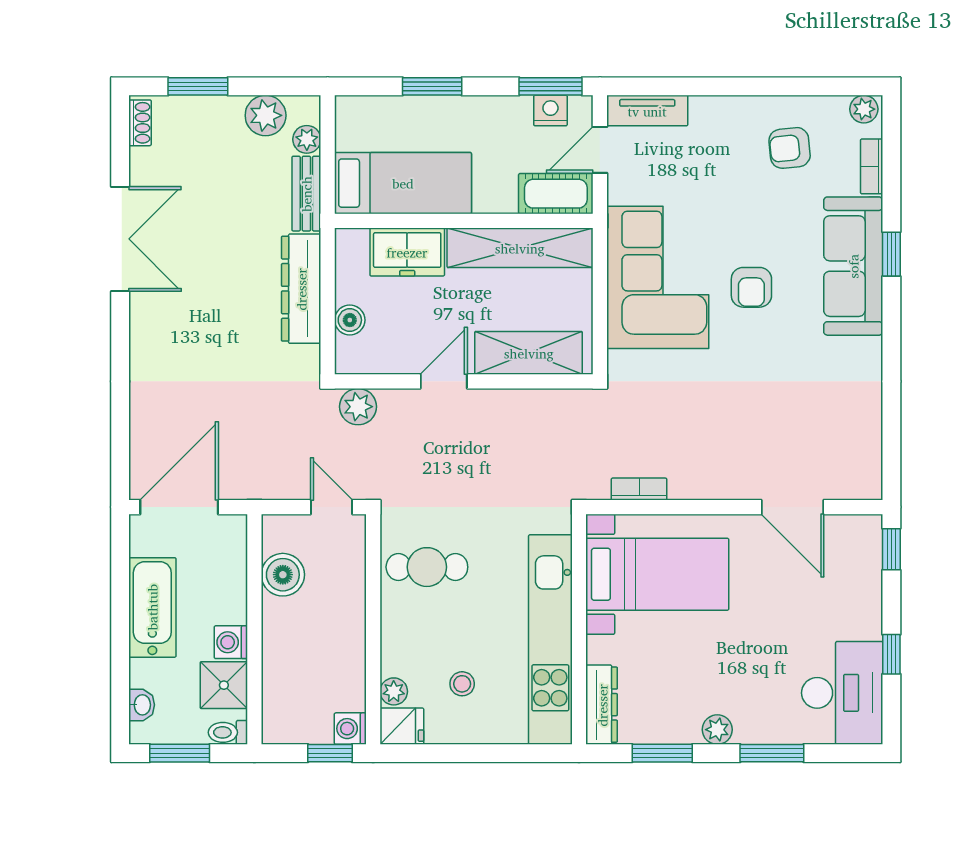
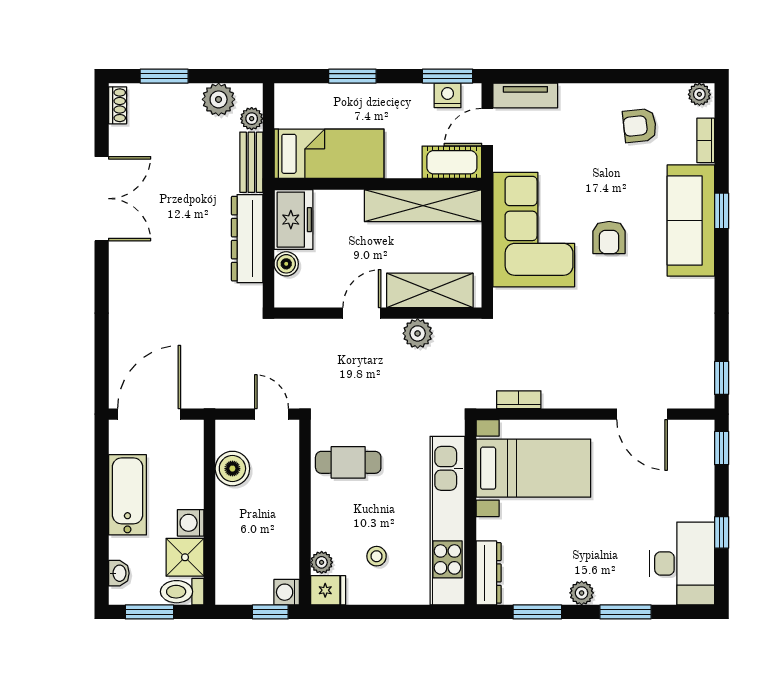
freezer: (407, 252) -> (294, 220), moved, turned -90
plant: (358, 407) -> (418, 333), moved
window: (891, 462) -> (722, 378), added
toilet: (228, 732) -> (182, 592), width x1.37, depth x1.39

